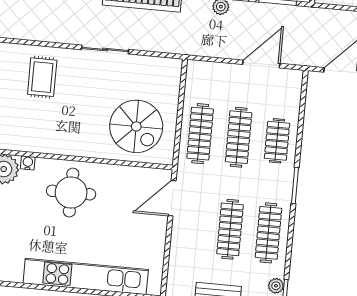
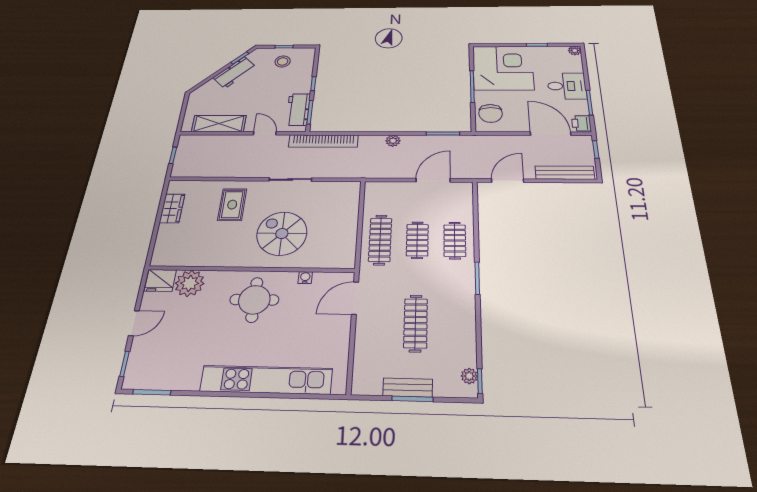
spiral stairs: (136, 126) -> (282, 234), moved, turned 180
clothes rail: (239, 137) -> (417, 240), width x0.73
water cooler: (28, 163) -> (305, 278), moved
clothes rail: (268, 233) -> (455, 324), removed

